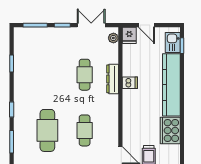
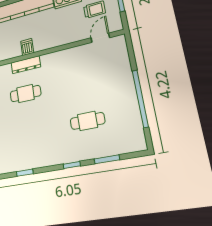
cafe table: (47, 130) -> (88, 121), width x0.73, depth x0.74
cafe table: (85, 130) -> (81, 81), removed

